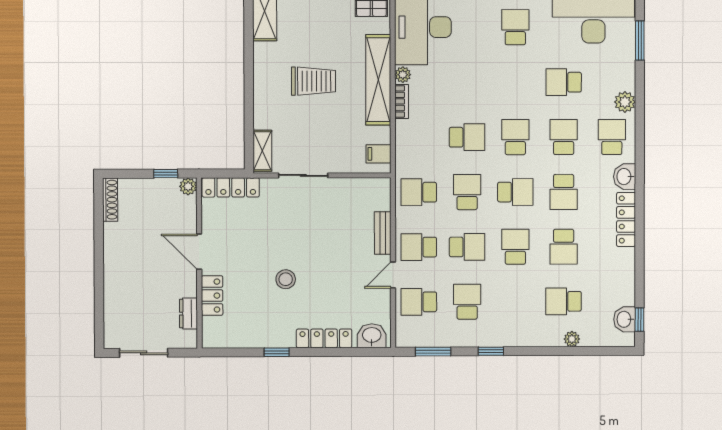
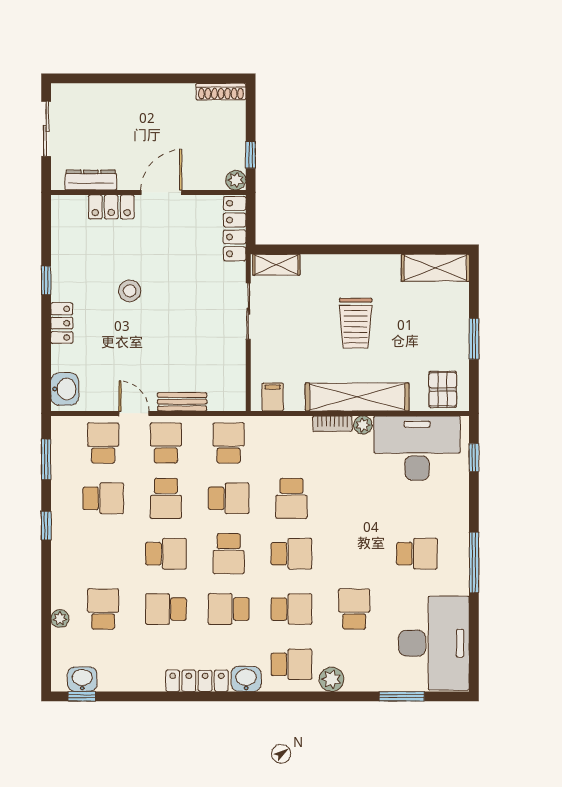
dresser: (188, 314) -> (91, 180), width x1.44
locker: (324, 338) -> (62, 323), width x0.66

